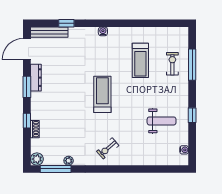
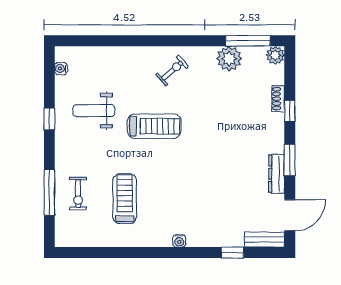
bench: (49, 32) -> (264, 240), width x0.73
treadmill: (102, 94) -> (154, 126), moved, turned -90
plant: (69, 161) -> (229, 59), width x1.88, depth x1.88

